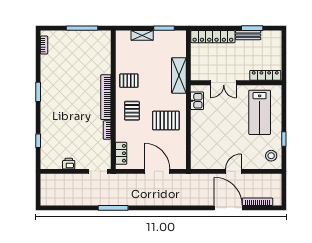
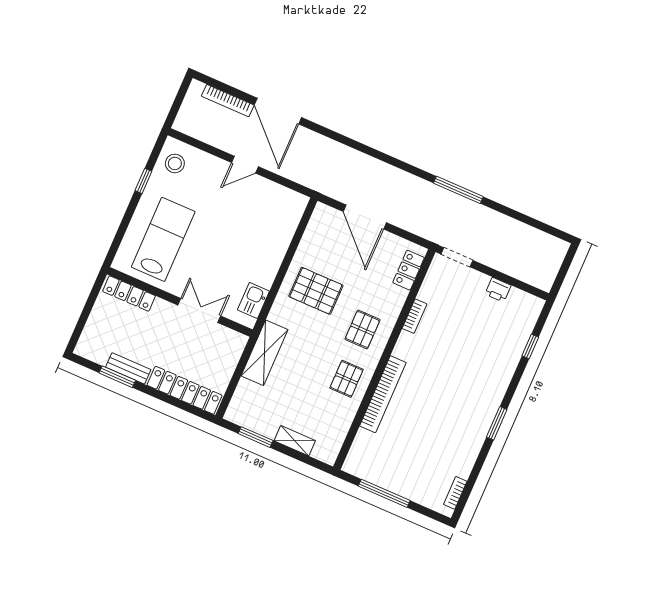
pallet: (129, 81) -> (347, 379), turned 90
bookcase: (106, 97) -> (383, 394), moved

